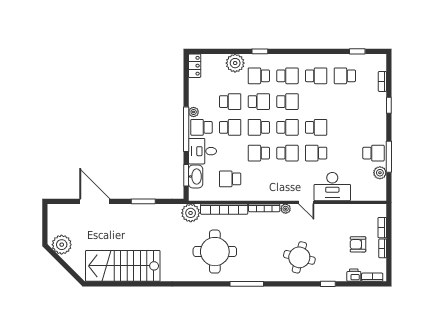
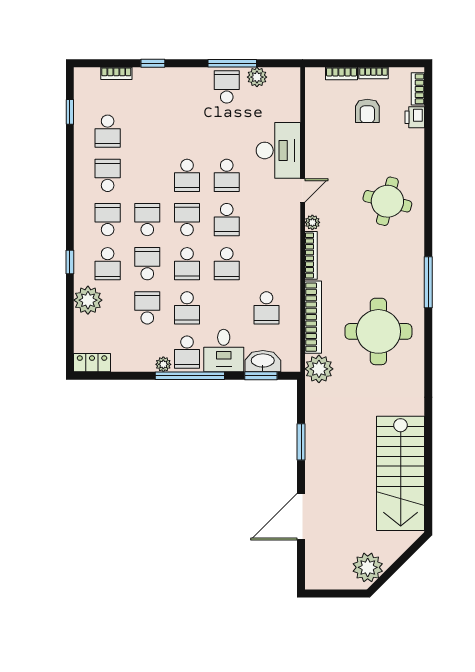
school desk: (230, 127) -> (187, 308), turned 180
school desk: (316, 127) -> (187, 175), turned 180
school desk: (287, 153) -> (227, 220), turned 180
window: (328, 284) -> (428, 157), removed

